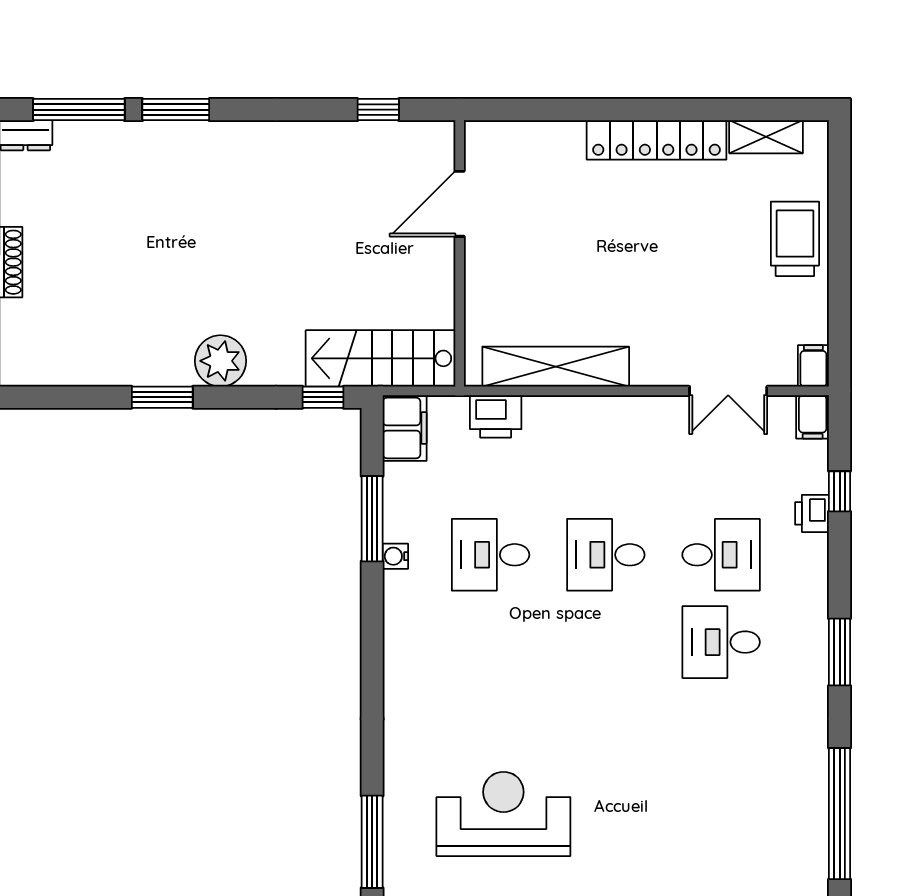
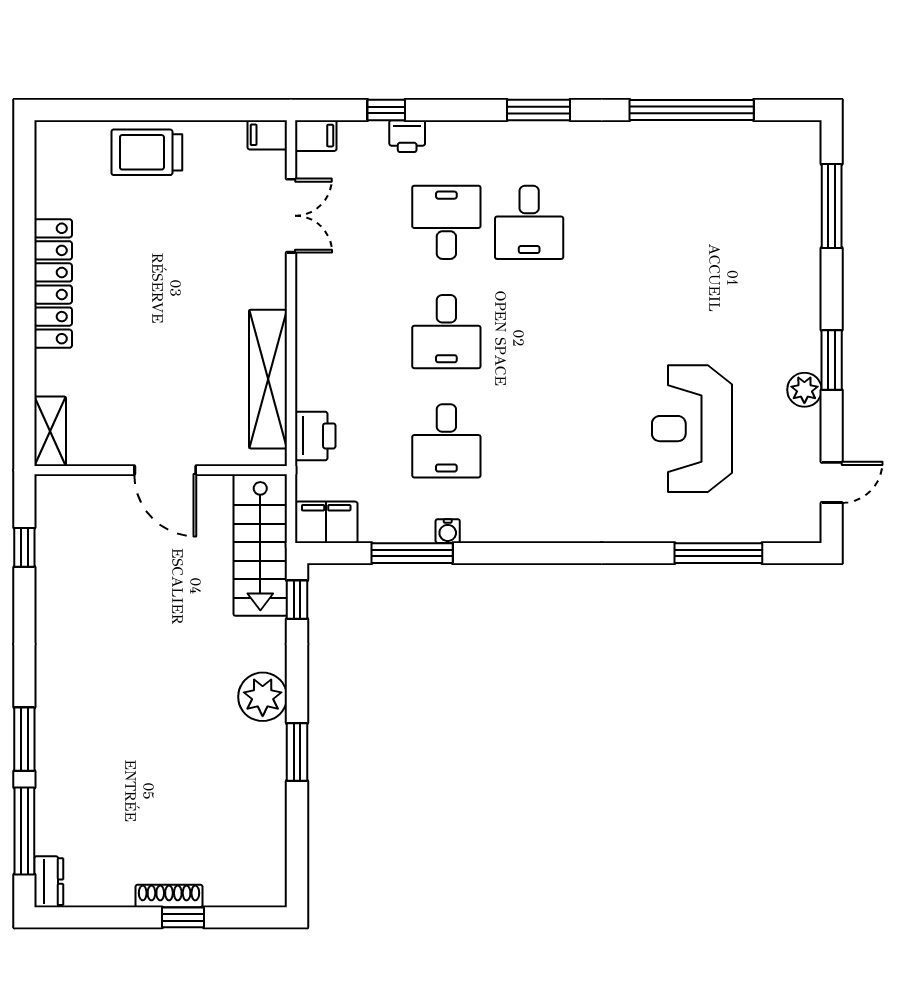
shelving: (766, 137) -> (50, 431), moved
door: (460, 204) -> (165, 470), moved

